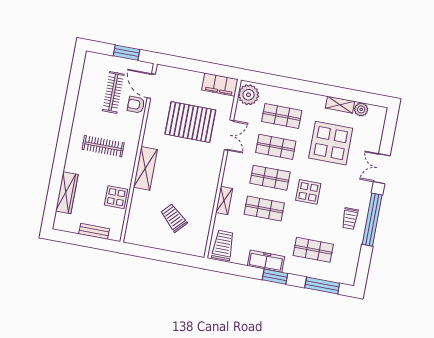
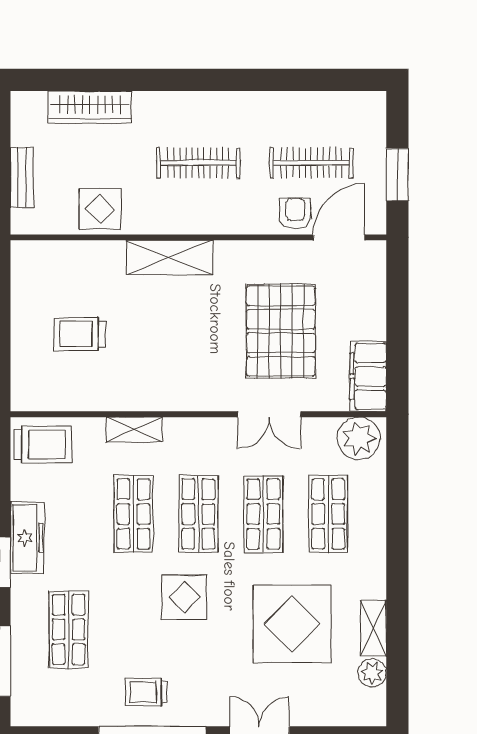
clothes rail: (103, 146) -> (198, 163), turned 90
trolley: (174, 218) -> (80, 334), turned -133

